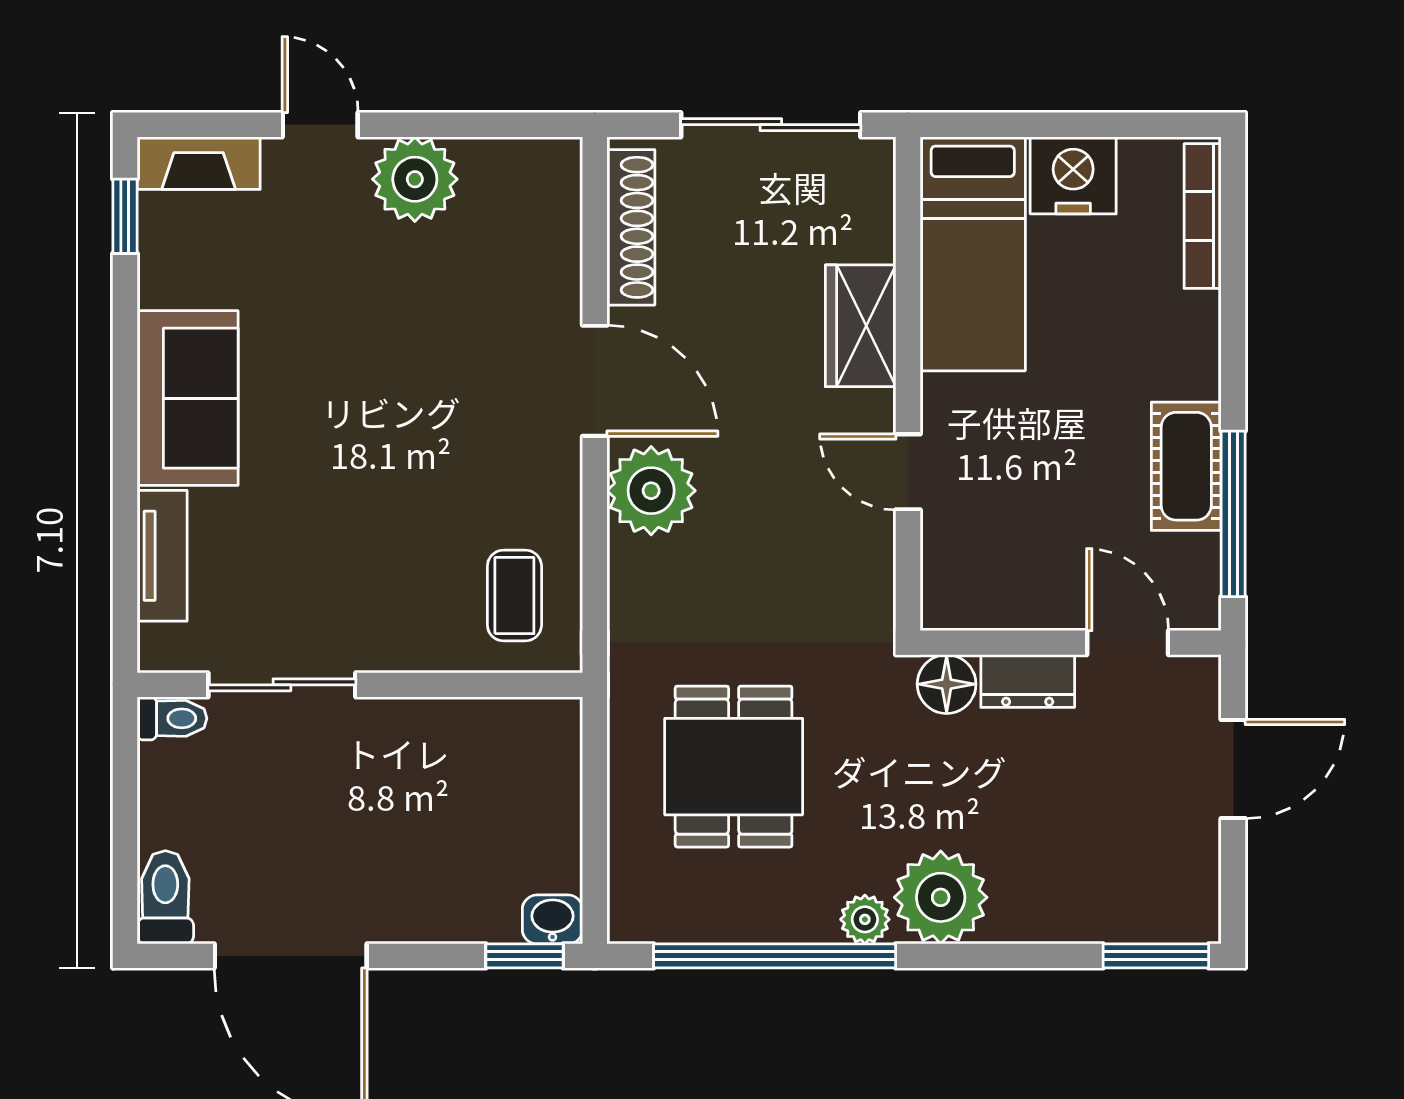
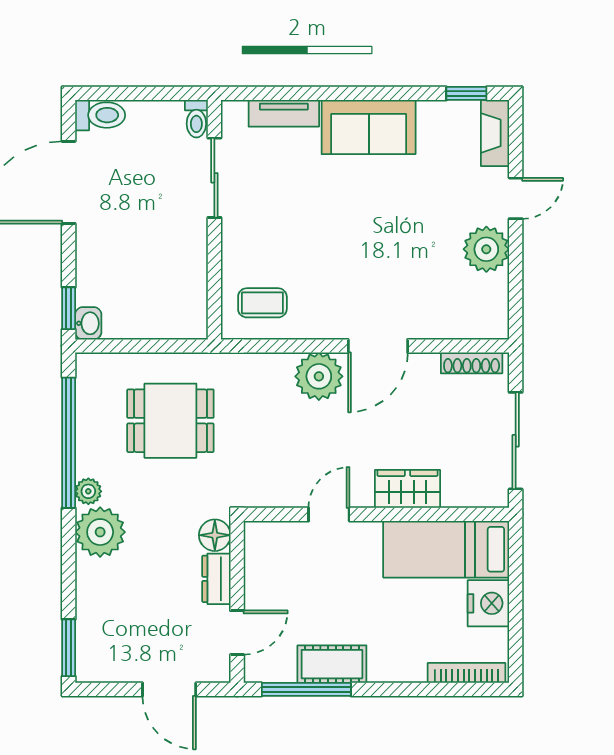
shoe rack: (631, 227) -> (472, 363), width x0.74, depth x0.81

